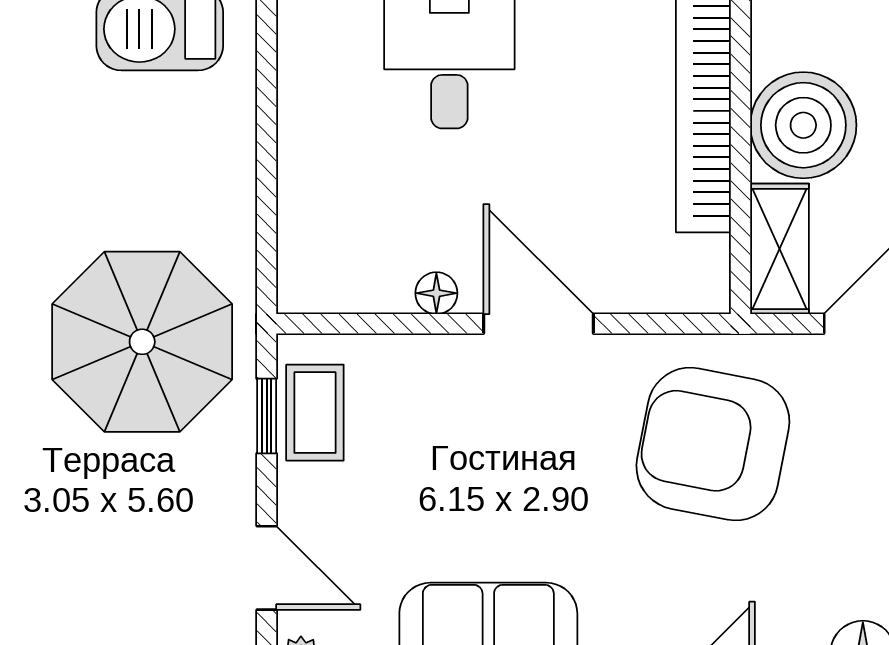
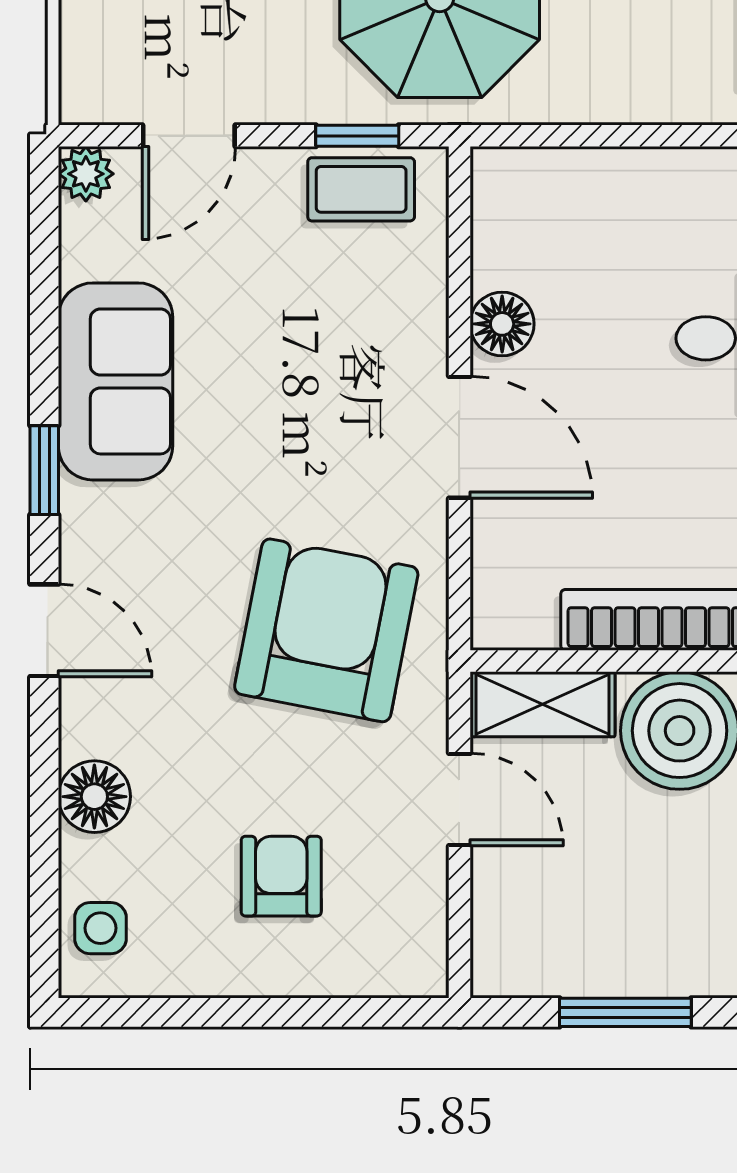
floor lamp: (436, 293) -> (502, 324), width x1.37, depth x1.37
door: (539, 324) -> (459, 437), hinge flipped

